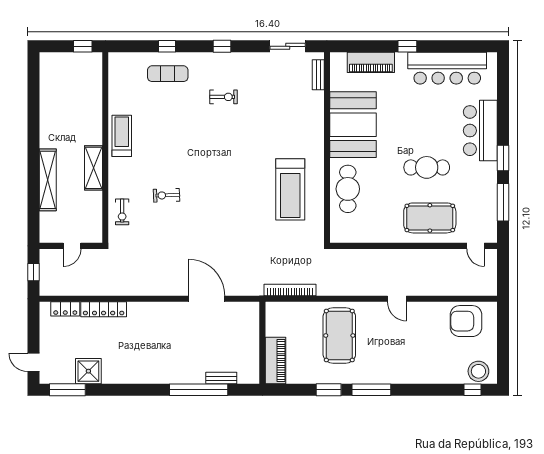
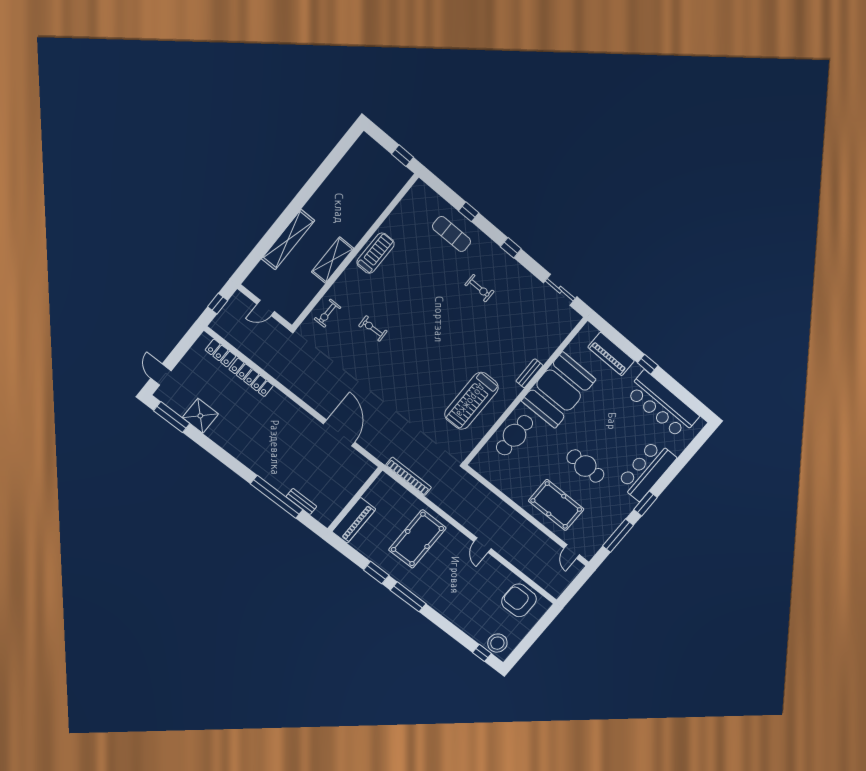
bench: (318, 75) -> (529, 373), moved

